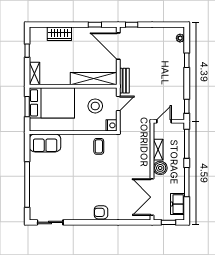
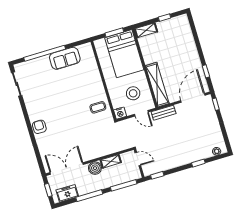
wardrobe: (59, 34) -> (188, 42), removed
sofa: (45, 143) -> (65, 58), moved, turned -90

